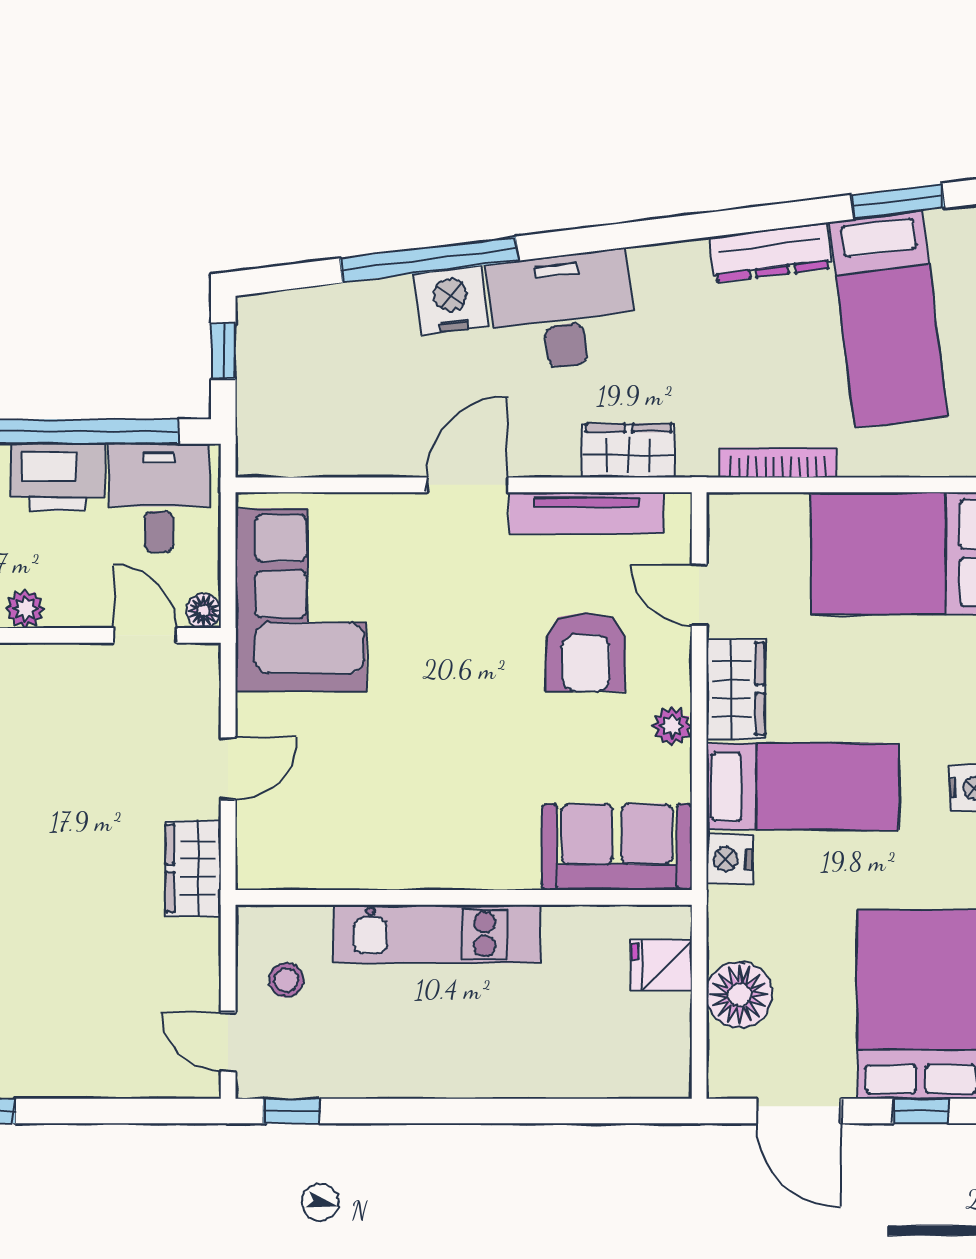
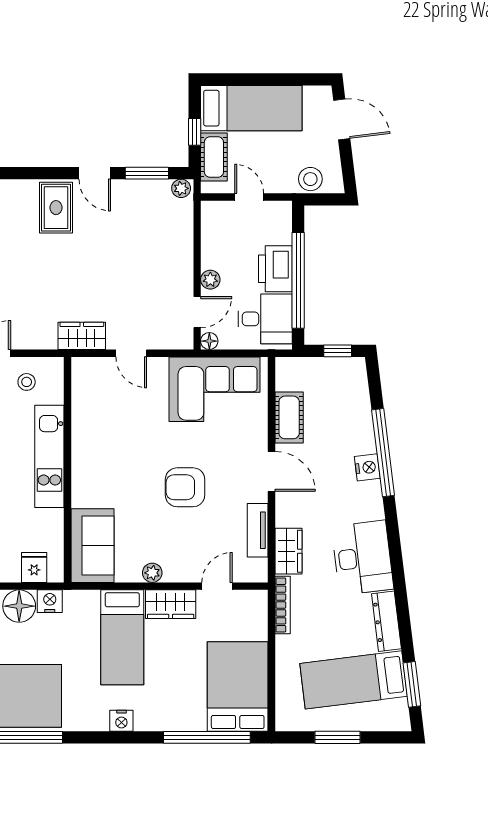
nightstand: (451, 300) -> (367, 467), width x0.74, depth x0.75
desk: (562, 311) -> (362, 558), moved
cot: (358, 449) -> (289, 417), added
bookcase: (778, 463) -> (283, 605), moved
tv unit: (586, 513) -> (258, 530), width x0.71
plant: (25, 609) -> (210, 280), moved
armchair: (586, 652) -> (185, 487), moved
nightstand: (729, 859) -> (50, 601), moved

